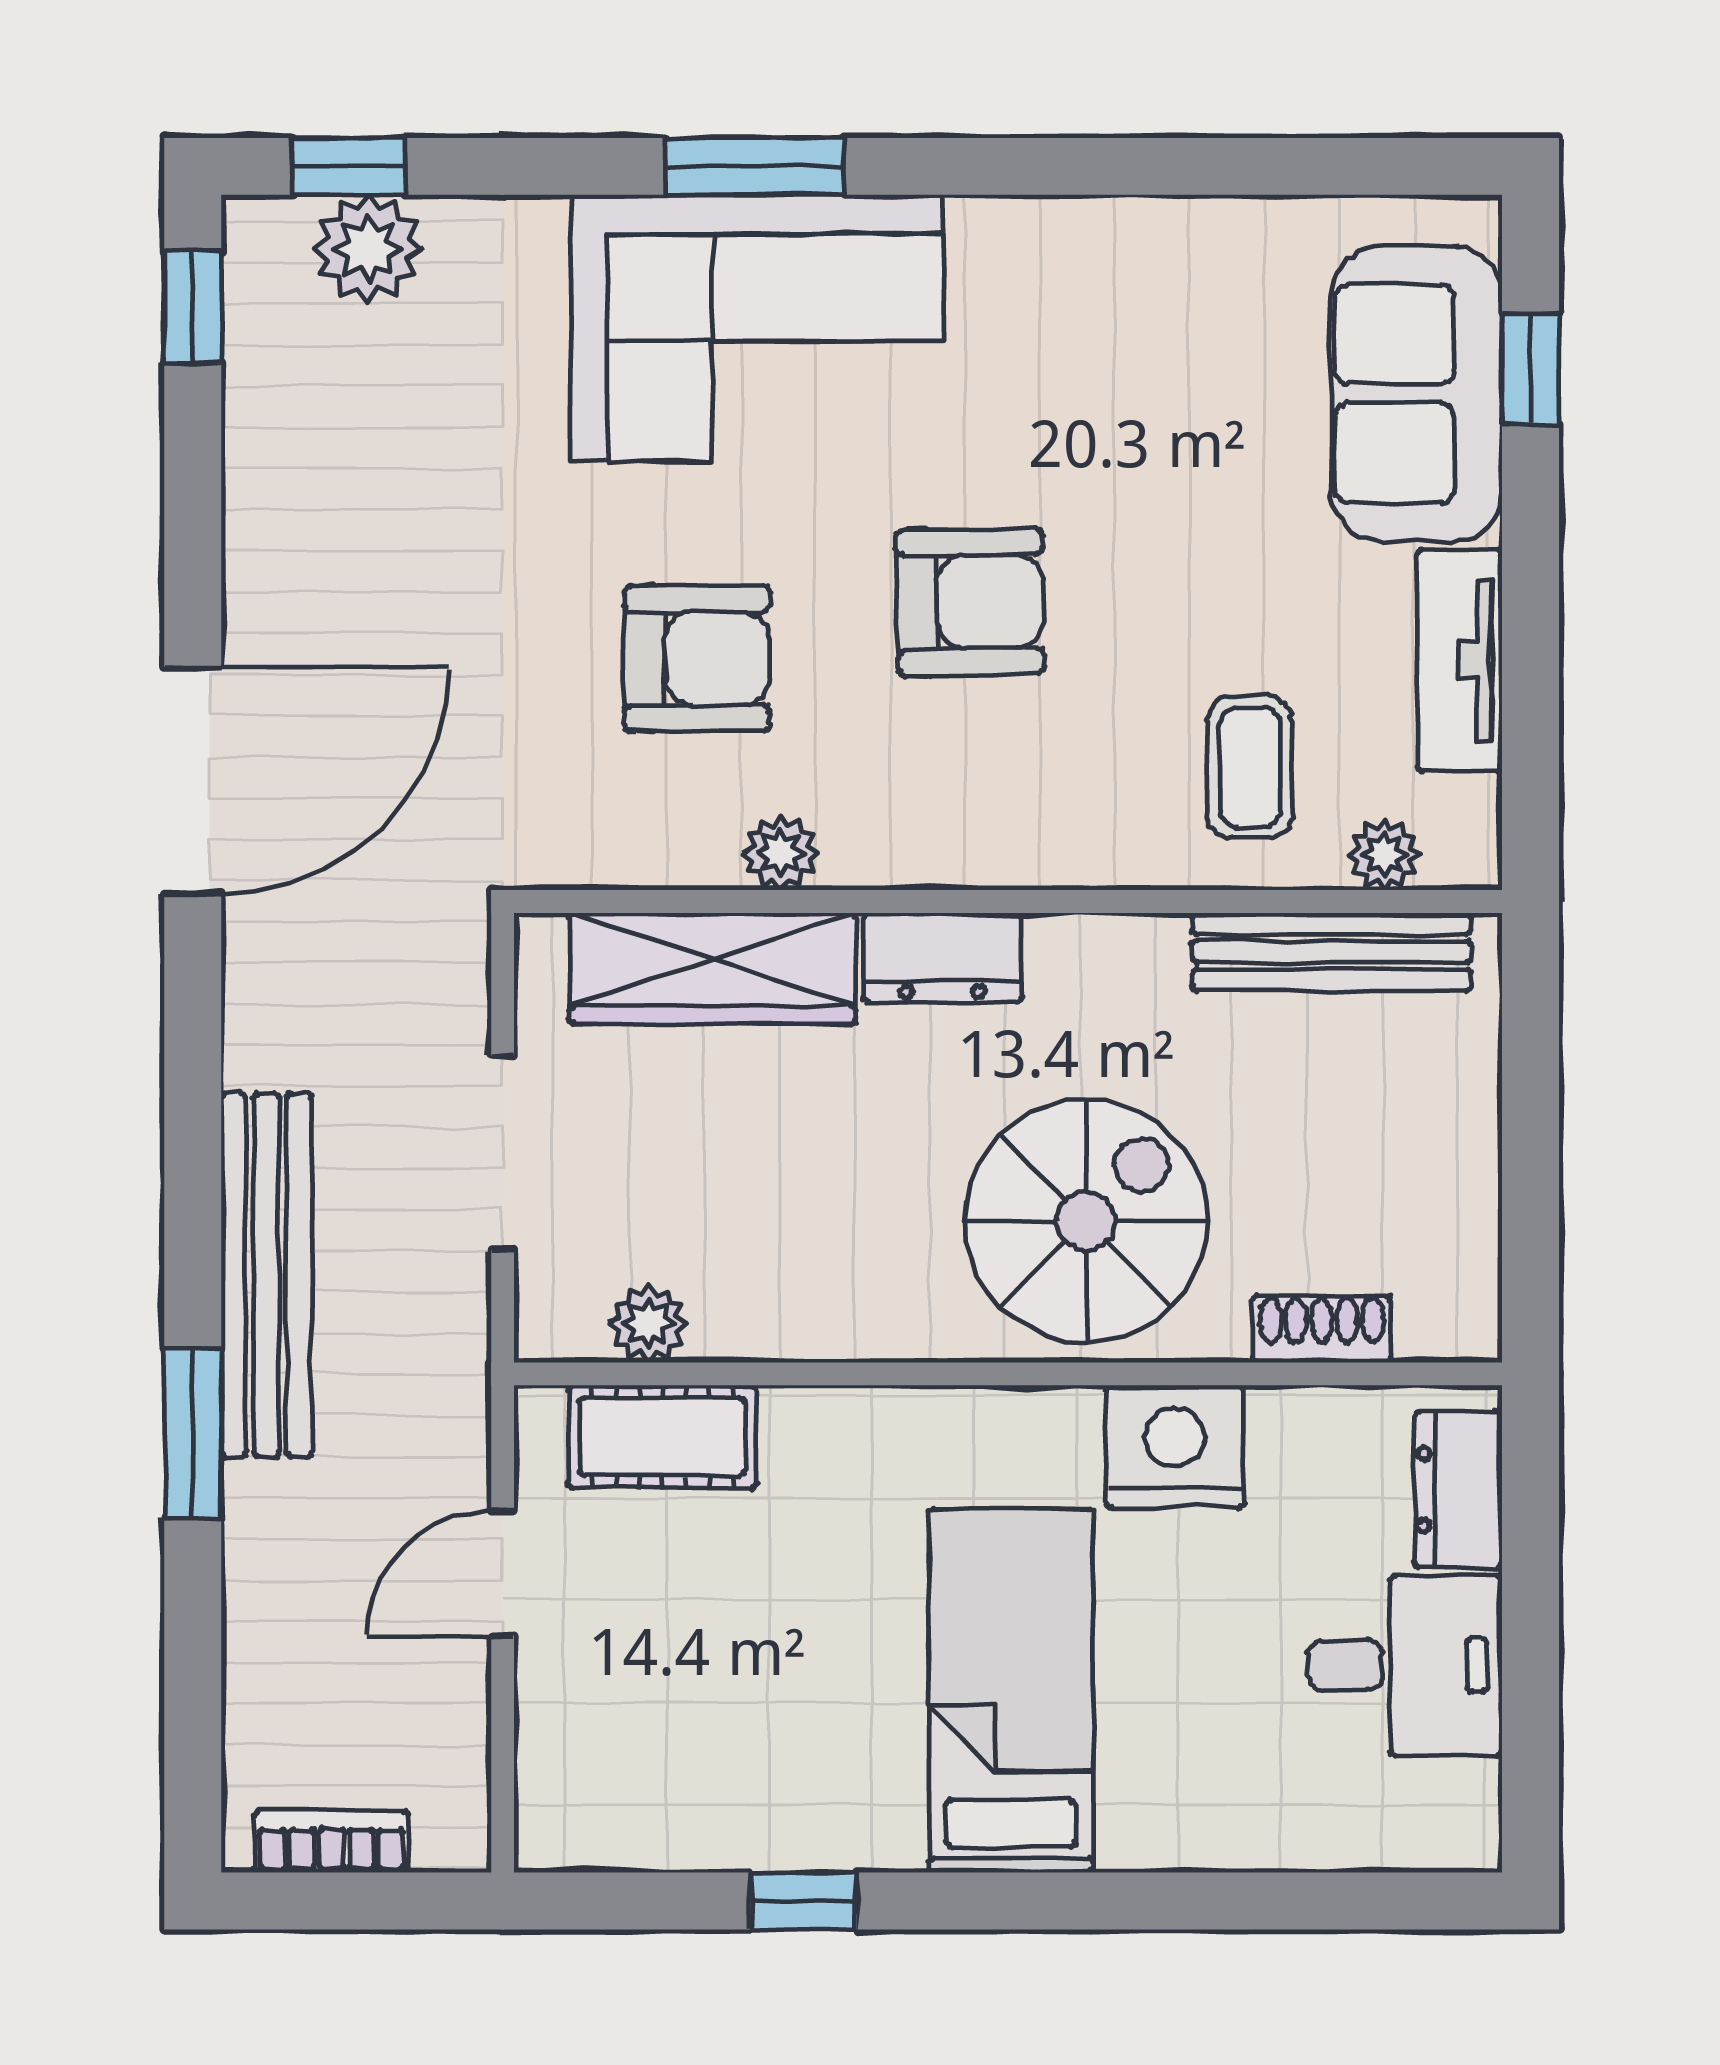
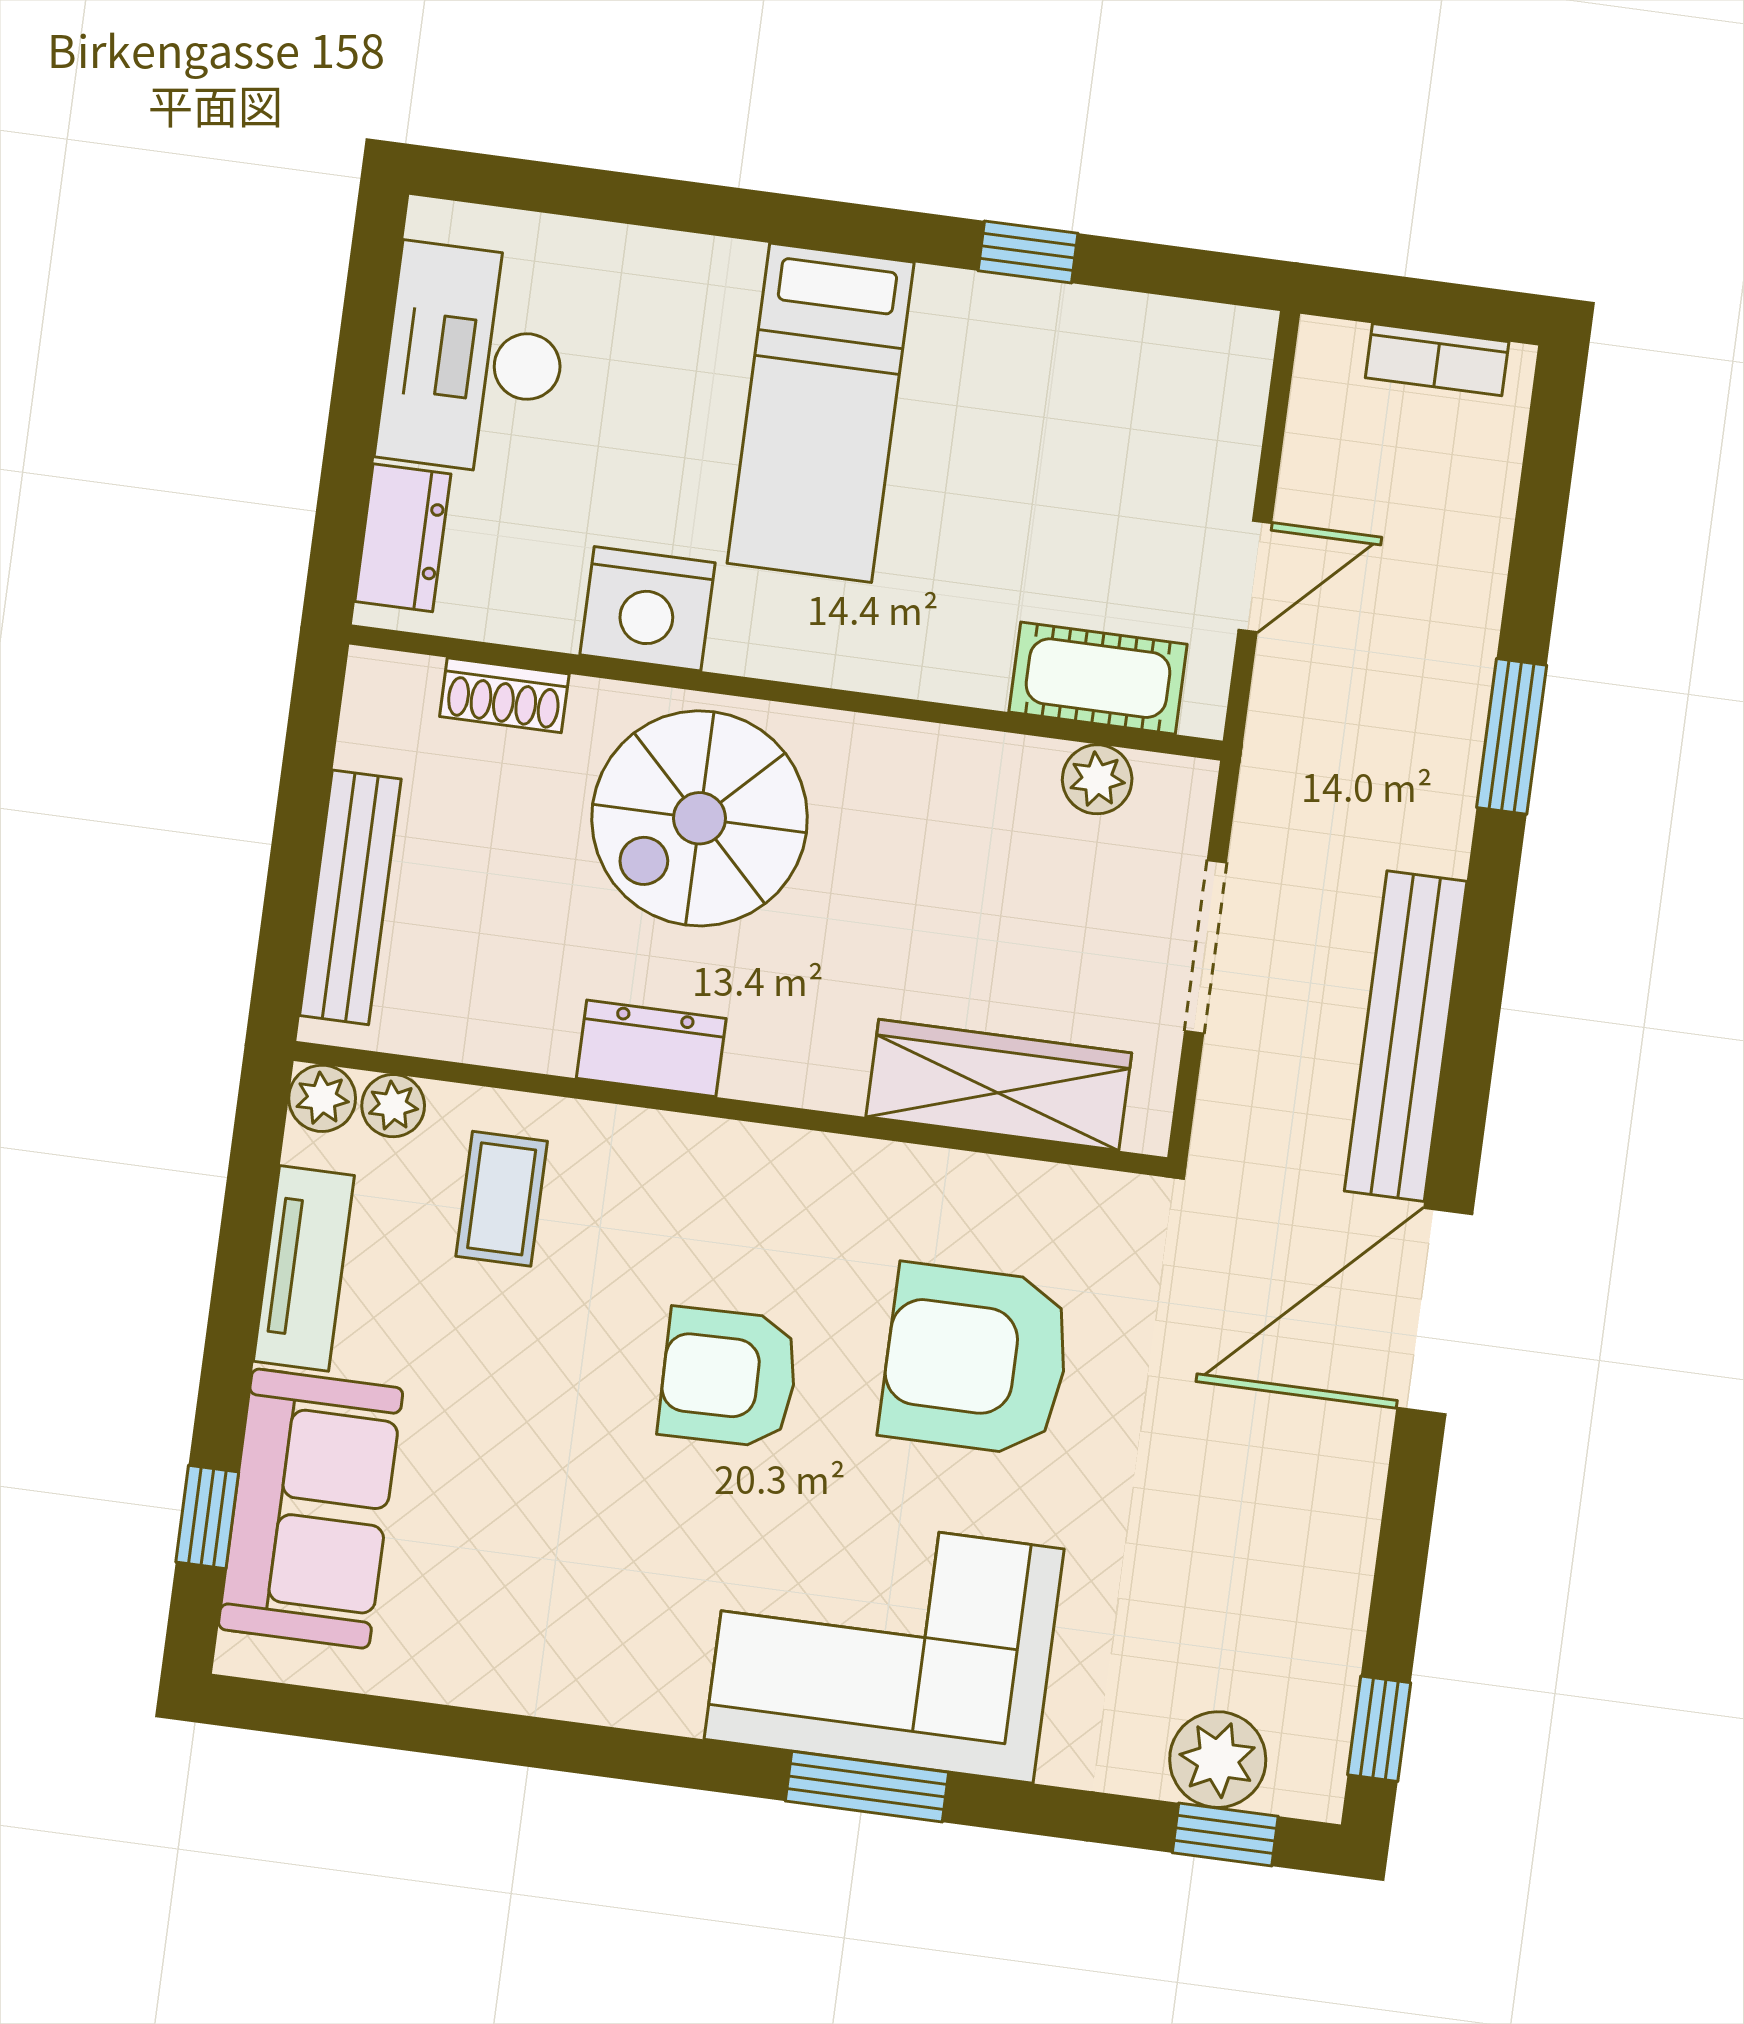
armchair: (697, 659) -> (976, 1360), width x1.36, depth x1.36
plant: (780, 853) -> (322, 1098), moved
bench: (1331, 952) -> (350, 897), moved, turned 90
dresser: (943, 957) -> (651, 1048), moved
bench: (266, 1275) -> (1406, 1036), moved
desk: (1405, 1665) -> (474, 360), width x1.37

